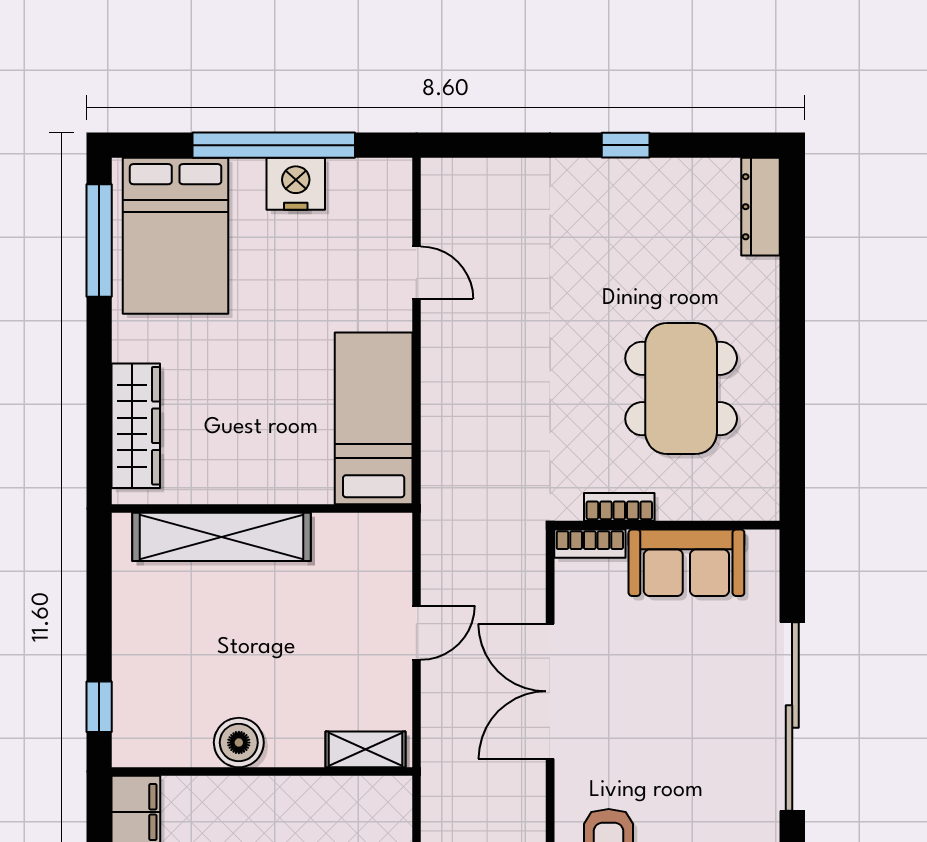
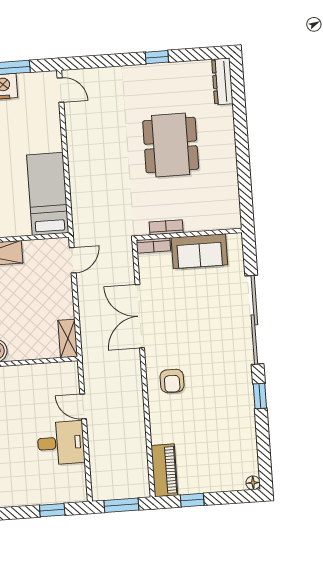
door: (416, 273) -> (60, 90), moved
dining table: (681, 388) -> (171, 145), moved
door: (416, 633) -> (73, 260), moved
shelving: (365, 749) -> (68, 338), moved, turned 90

